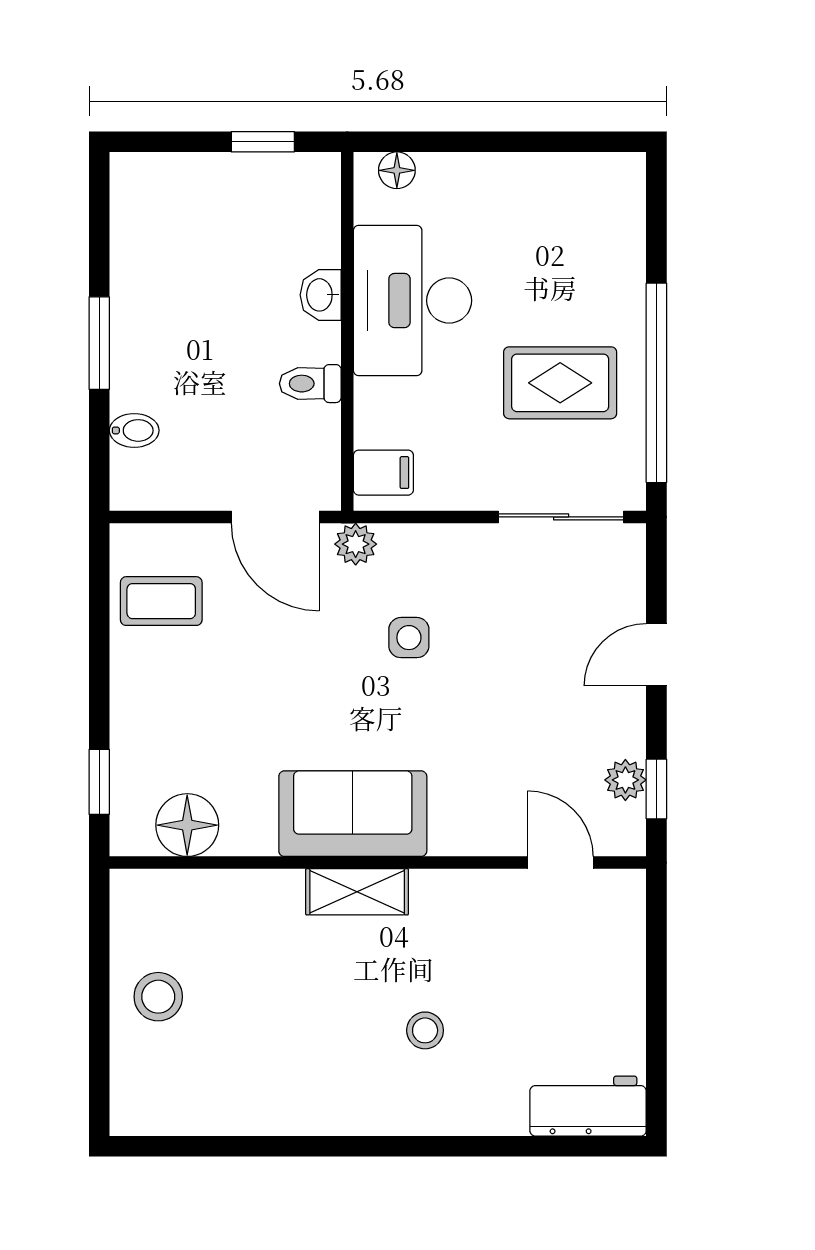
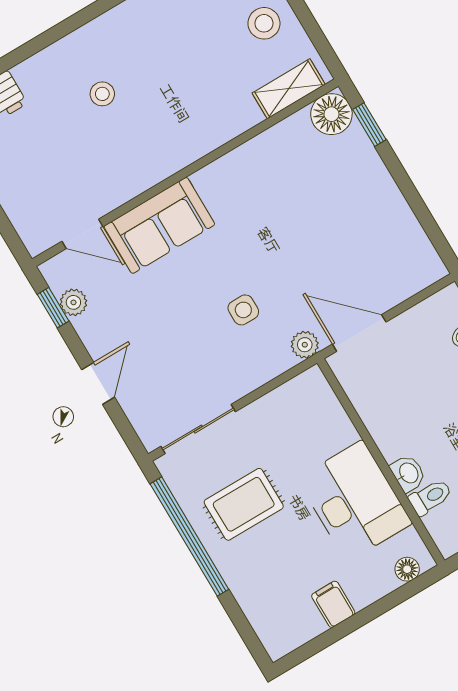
toilet: (310, 384) -> (430, 497), moved
filing cabinet: (383, 473) -> (333, 604), moved, turned 90
coffee table: (161, 601) -> (395, 247), removed
sofa: (353, 814) -> (159, 225), moved
floor lamp: (187, 825) -> (331, 114), moved
shelving: (357, 892) -> (289, 89), moved

